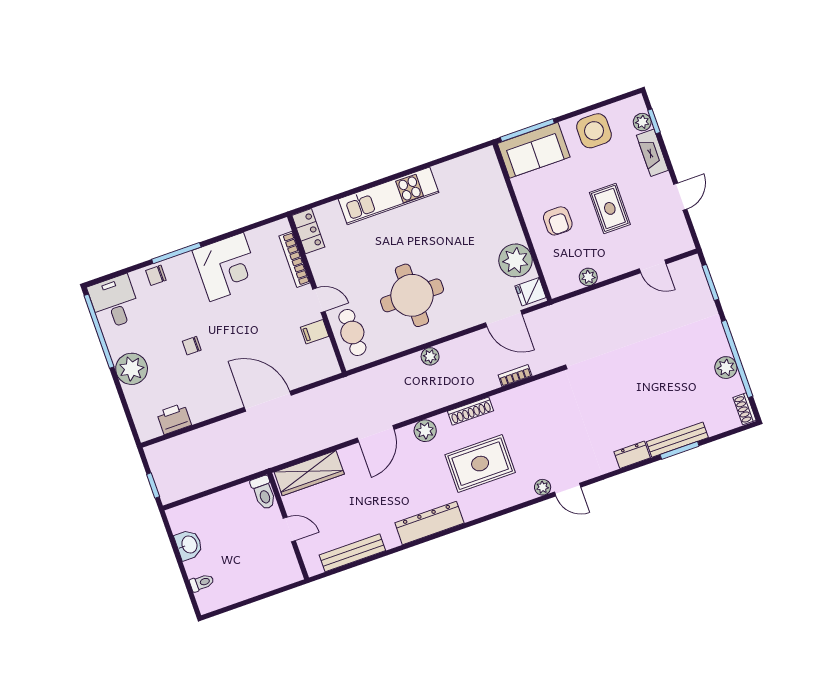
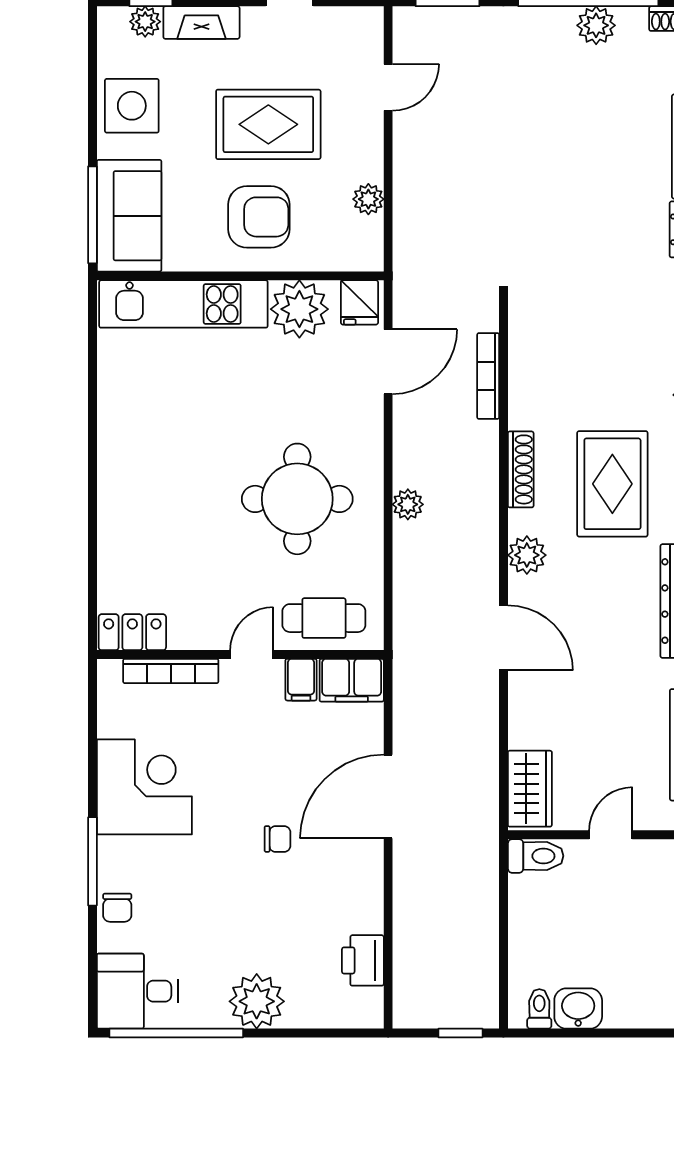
kitchen unit: (389, 196) -> (183, 304), moved, turned 90
rug: (610, 208) -> (268, 124), width x1.36, depth x1.43
armchair: (558, 221) -> (259, 217), width x1.38, depth x1.38
chair: (192, 346) -> (277, 839), moved, turned -90
filing cabinet: (324, 359) -> (352, 680), added
bookcase: (515, 376) -> (488, 376), width x1.56
wardrobe: (309, 473) -> (530, 789), width x0.67
toilet: (202, 583) -> (539, 1009), moved

